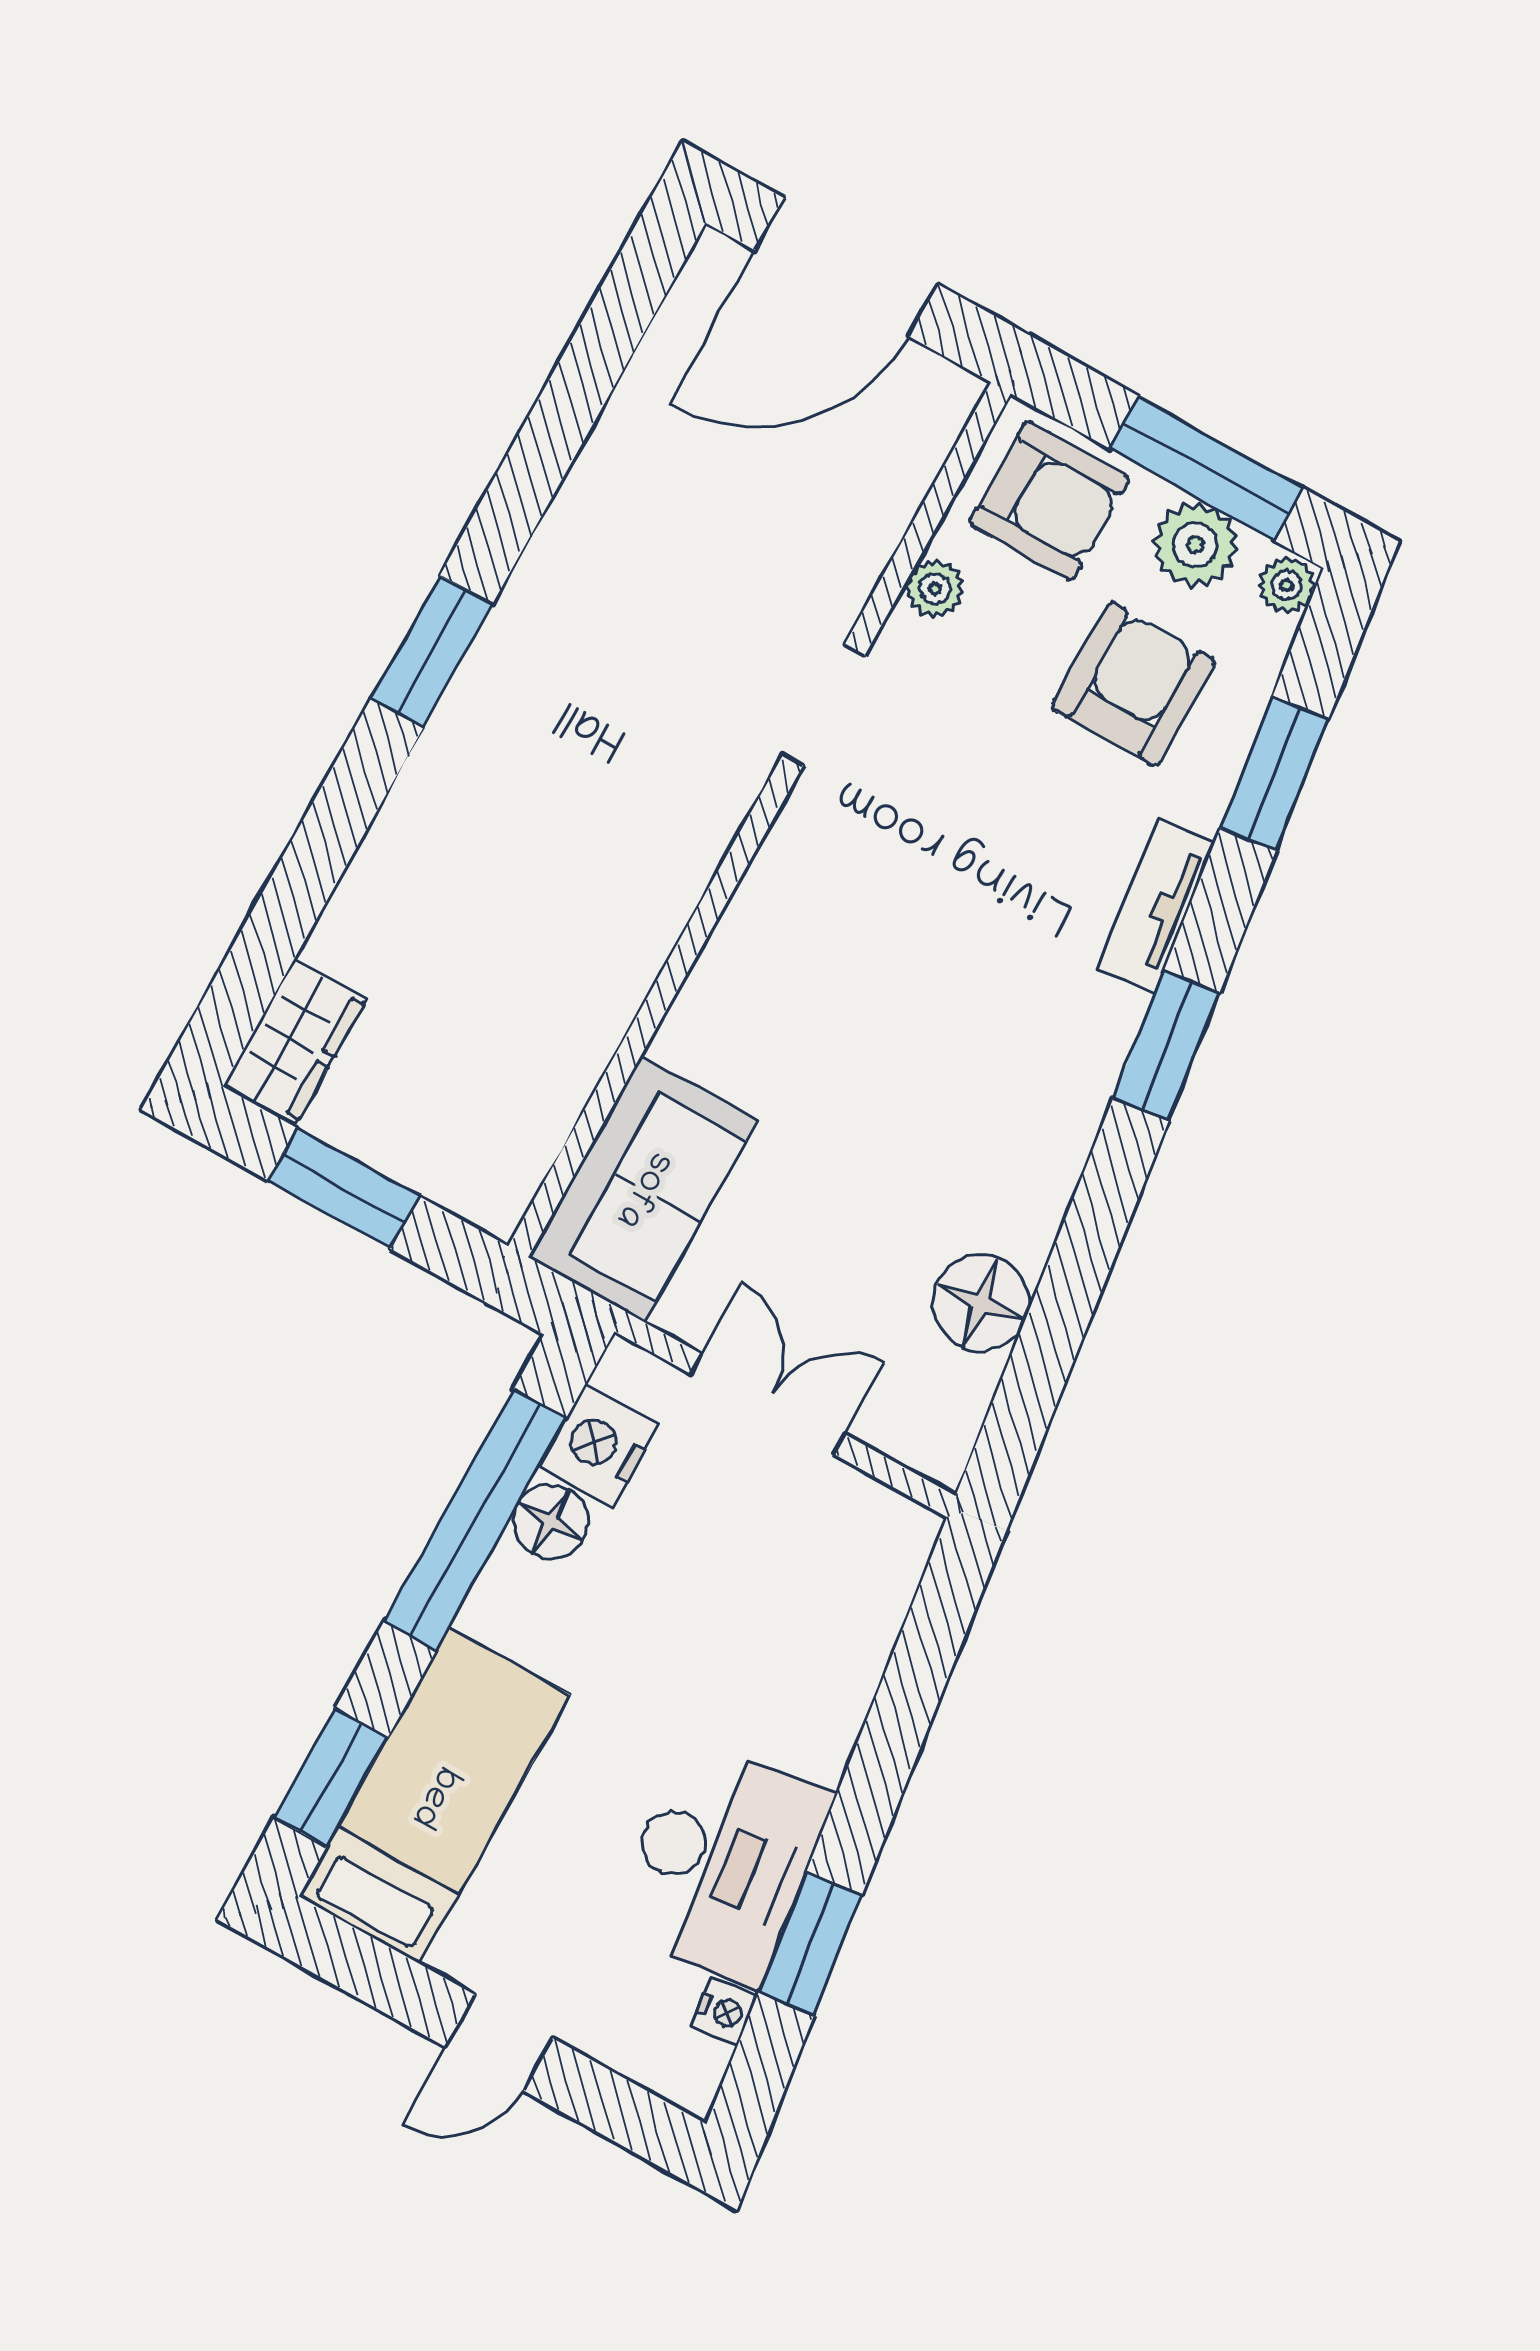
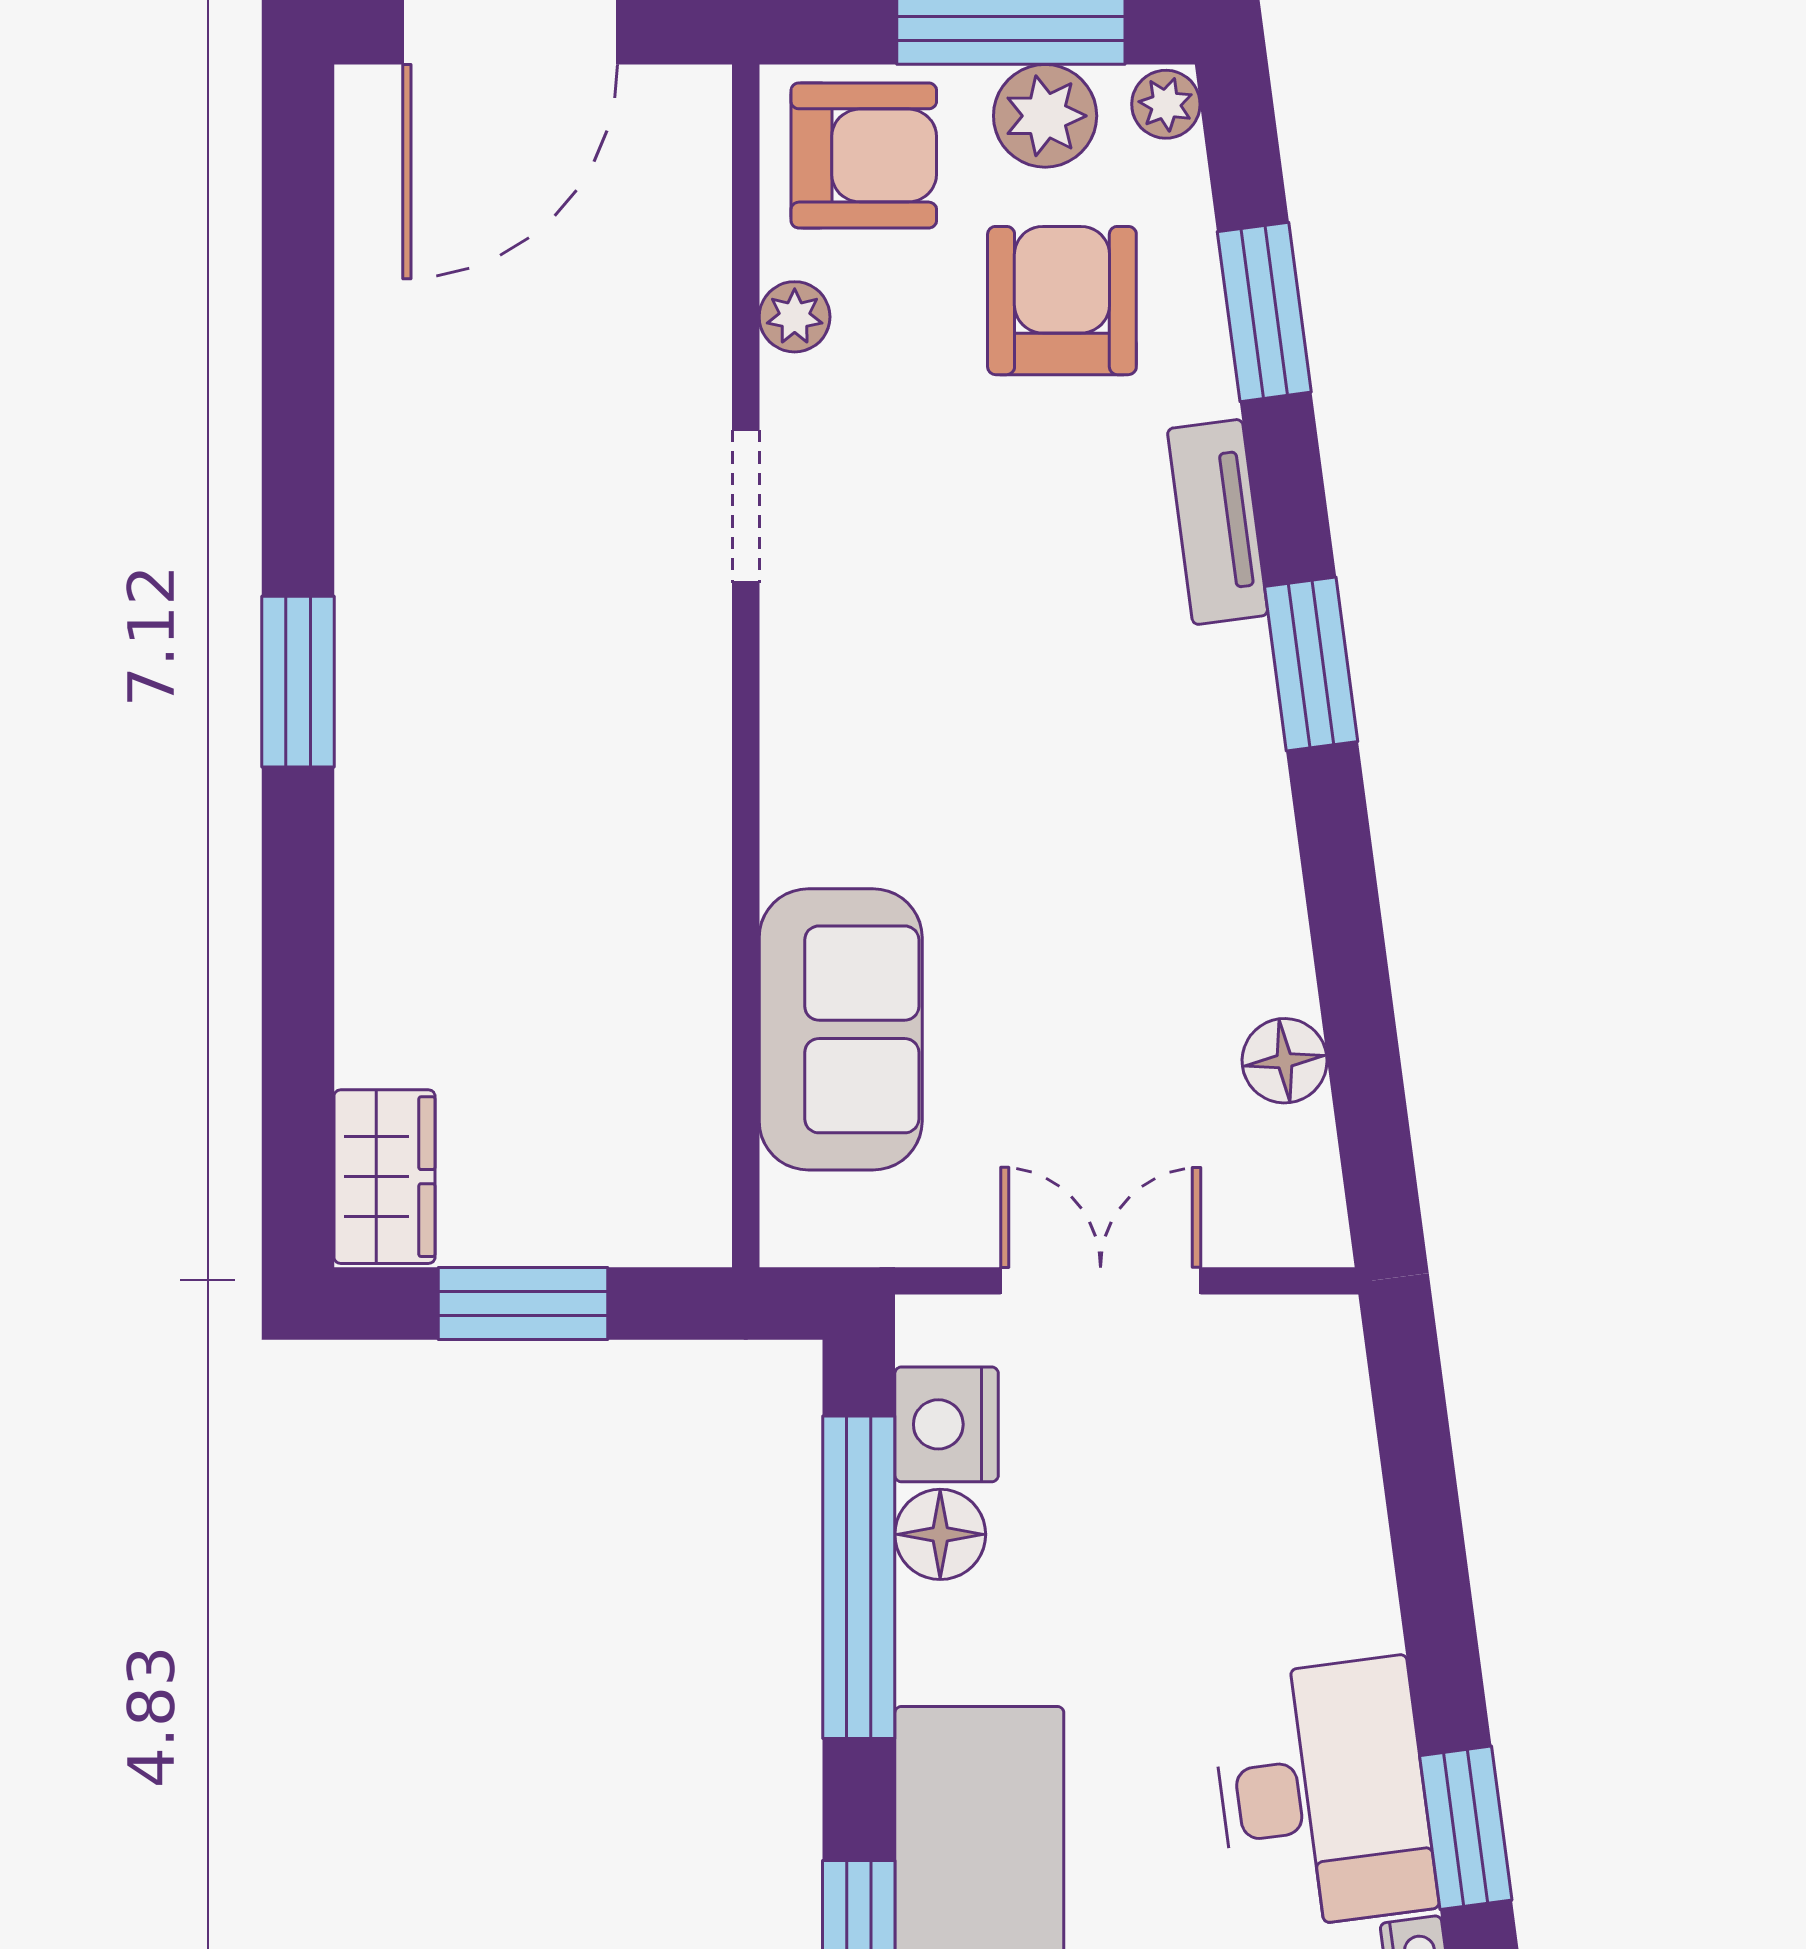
sofa: (643, 1189) -> (841, 1029), moved
floor lamp: (981, 1303) -> (1285, 1061), width x0.73, depth x0.73

